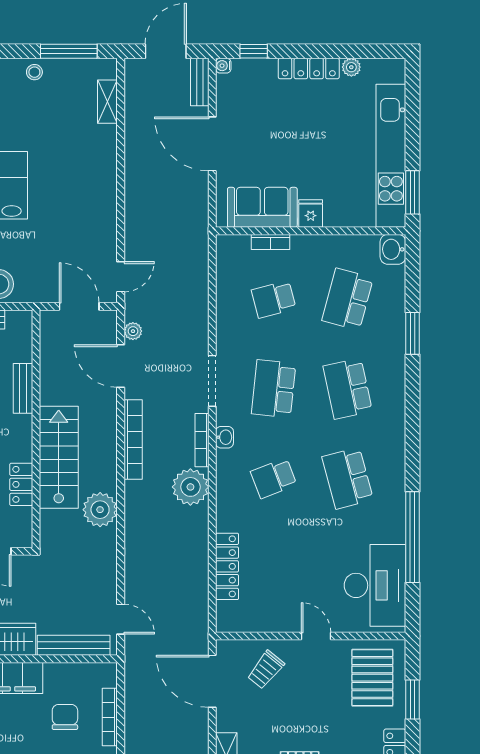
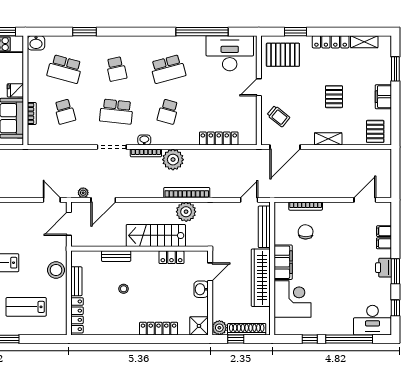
school desk: (348, 389) -> (116, 69), width x0.54
bookcase: (133, 439) -> (187, 193), moved
school desk: (274, 478) -> (168, 112), turned 36
chair: (65, 717) -> (306, 232), turned 91

